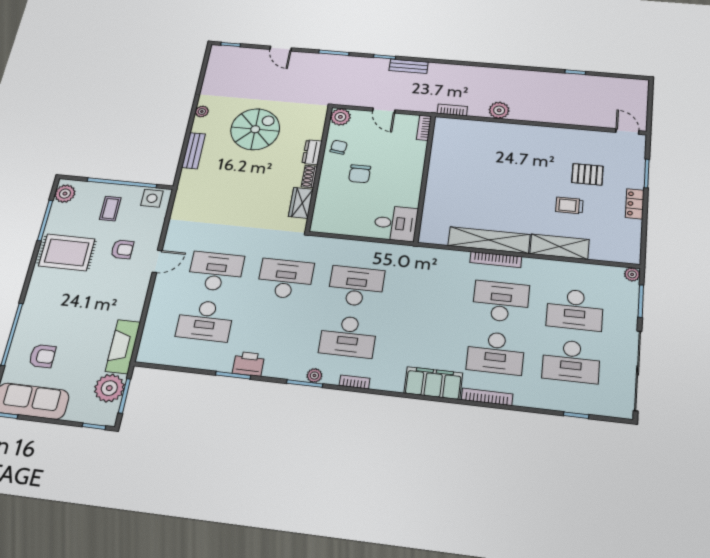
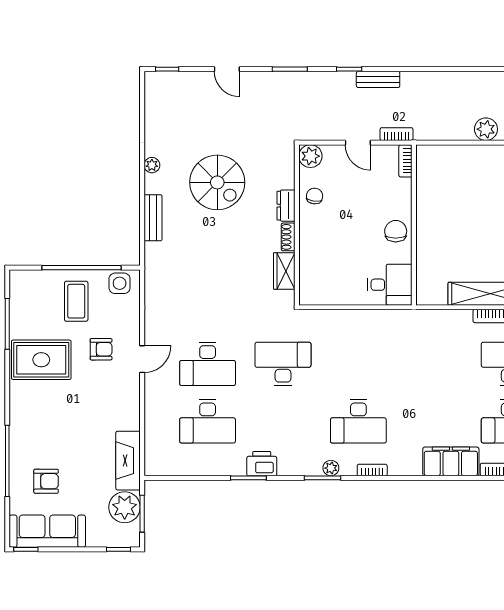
bookcase: (452, 110) -> (396, 134), moved
spiral stairs: (255, 129) -> (217, 182), turned 90
chair: (360, 174) -> (396, 231), moved, turned 180
plant: (65, 194) -> (21, 288), removed
coffee table: (110, 209) -> (76, 301), width x1.36, depth x1.30
desk: (216, 272) -> (208, 364), turned 180
desk: (356, 286) -> (358, 364), removed

